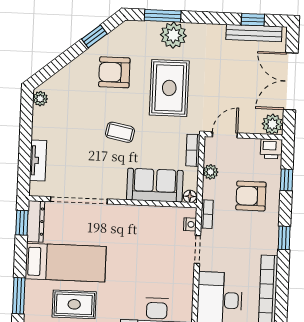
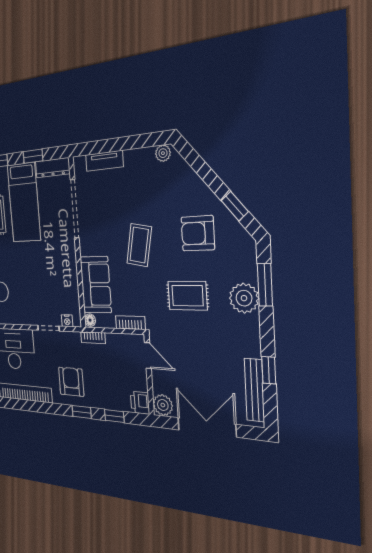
window: (253, 20) -> (269, 370), moved
armchair: (114, 72) -> (198, 233), turned -90
rug: (169, 88) -> (187, 296), width x0.73, depth x0.70
coffee table: (120, 132) -> (139, 245), width x1.36, depth x1.30
plant: (211, 172) -> (113, 341), removed
armchair: (251, 196) -> (71, 382), moved
bookcase: (207, 214) -> (93, 338), moved
window: (22, 223) -> (33, 156), moved
window: (284, 238) -> (82, 412), moved

